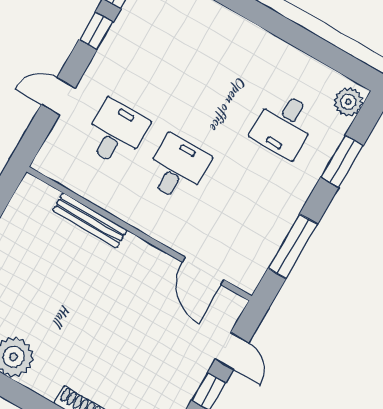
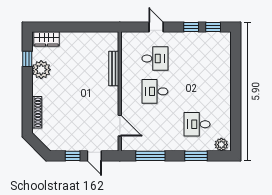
desk: (177, 168) -> (155, 91), turned 180
door: (203, 271) -> (120, 126), swing flipped
door: (232, 351) -> (94, 156), hinge flipped

